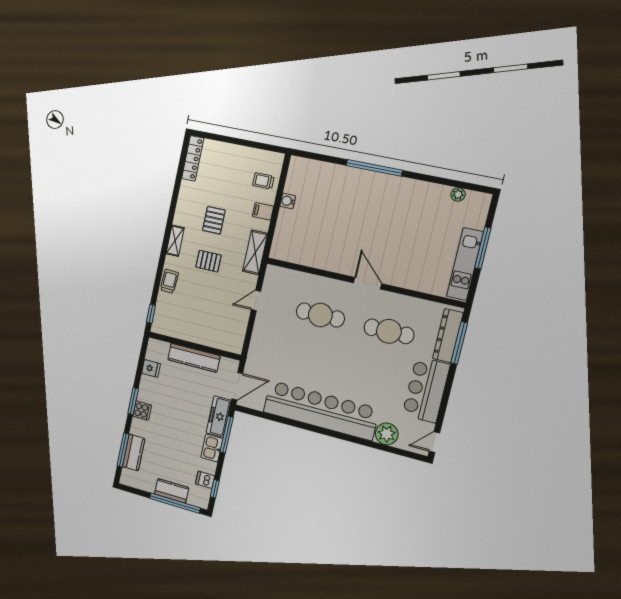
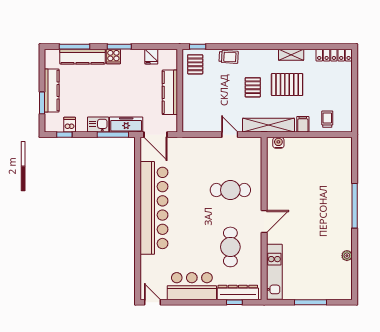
plant: (458, 194) -> (347, 256), moved
water cooler: (288, 201) -> (278, 143), moved
pallet: (214, 220) -> (287, 85), width x1.50, depth x1.42
shelving: (175, 241) -> (291, 55), moved
shelving: (255, 252) -> (269, 125), width x1.47
kitchen unit: (465, 264) -> (274, 272), moved, turned 90
cafe table: (320, 315) -> (230, 190), turned 90
pallet: (169, 321) -> (195, 64), added
window: (459, 343) -> (234, 302), width x0.46
plant: (387, 434) -> (149, 264), removed
kitchen counter: (134, 453) -> (82, 57), width x1.50
kitchen counter: (172, 491) -> (52, 91), width x1.50
window: (175, 503) -> (42, 103), width x0.47

